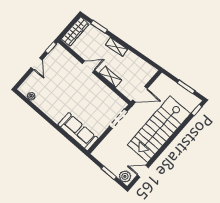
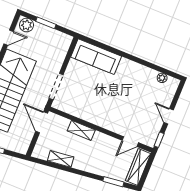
shelving: (116, 47) -> (61, 159), moved
door: (89, 67) -> (130, 142), moved
door: (140, 94) -> (42, 122), hinge flipped

